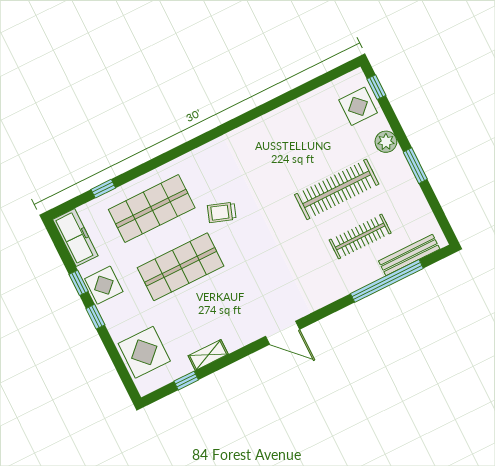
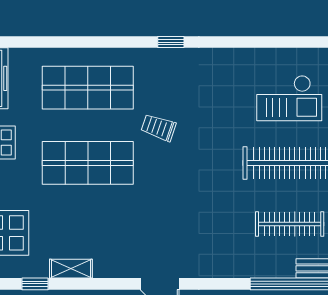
checkout: (311, 139) -> (289, 98), added
window: (103, 189) -> (171, 42), moved

